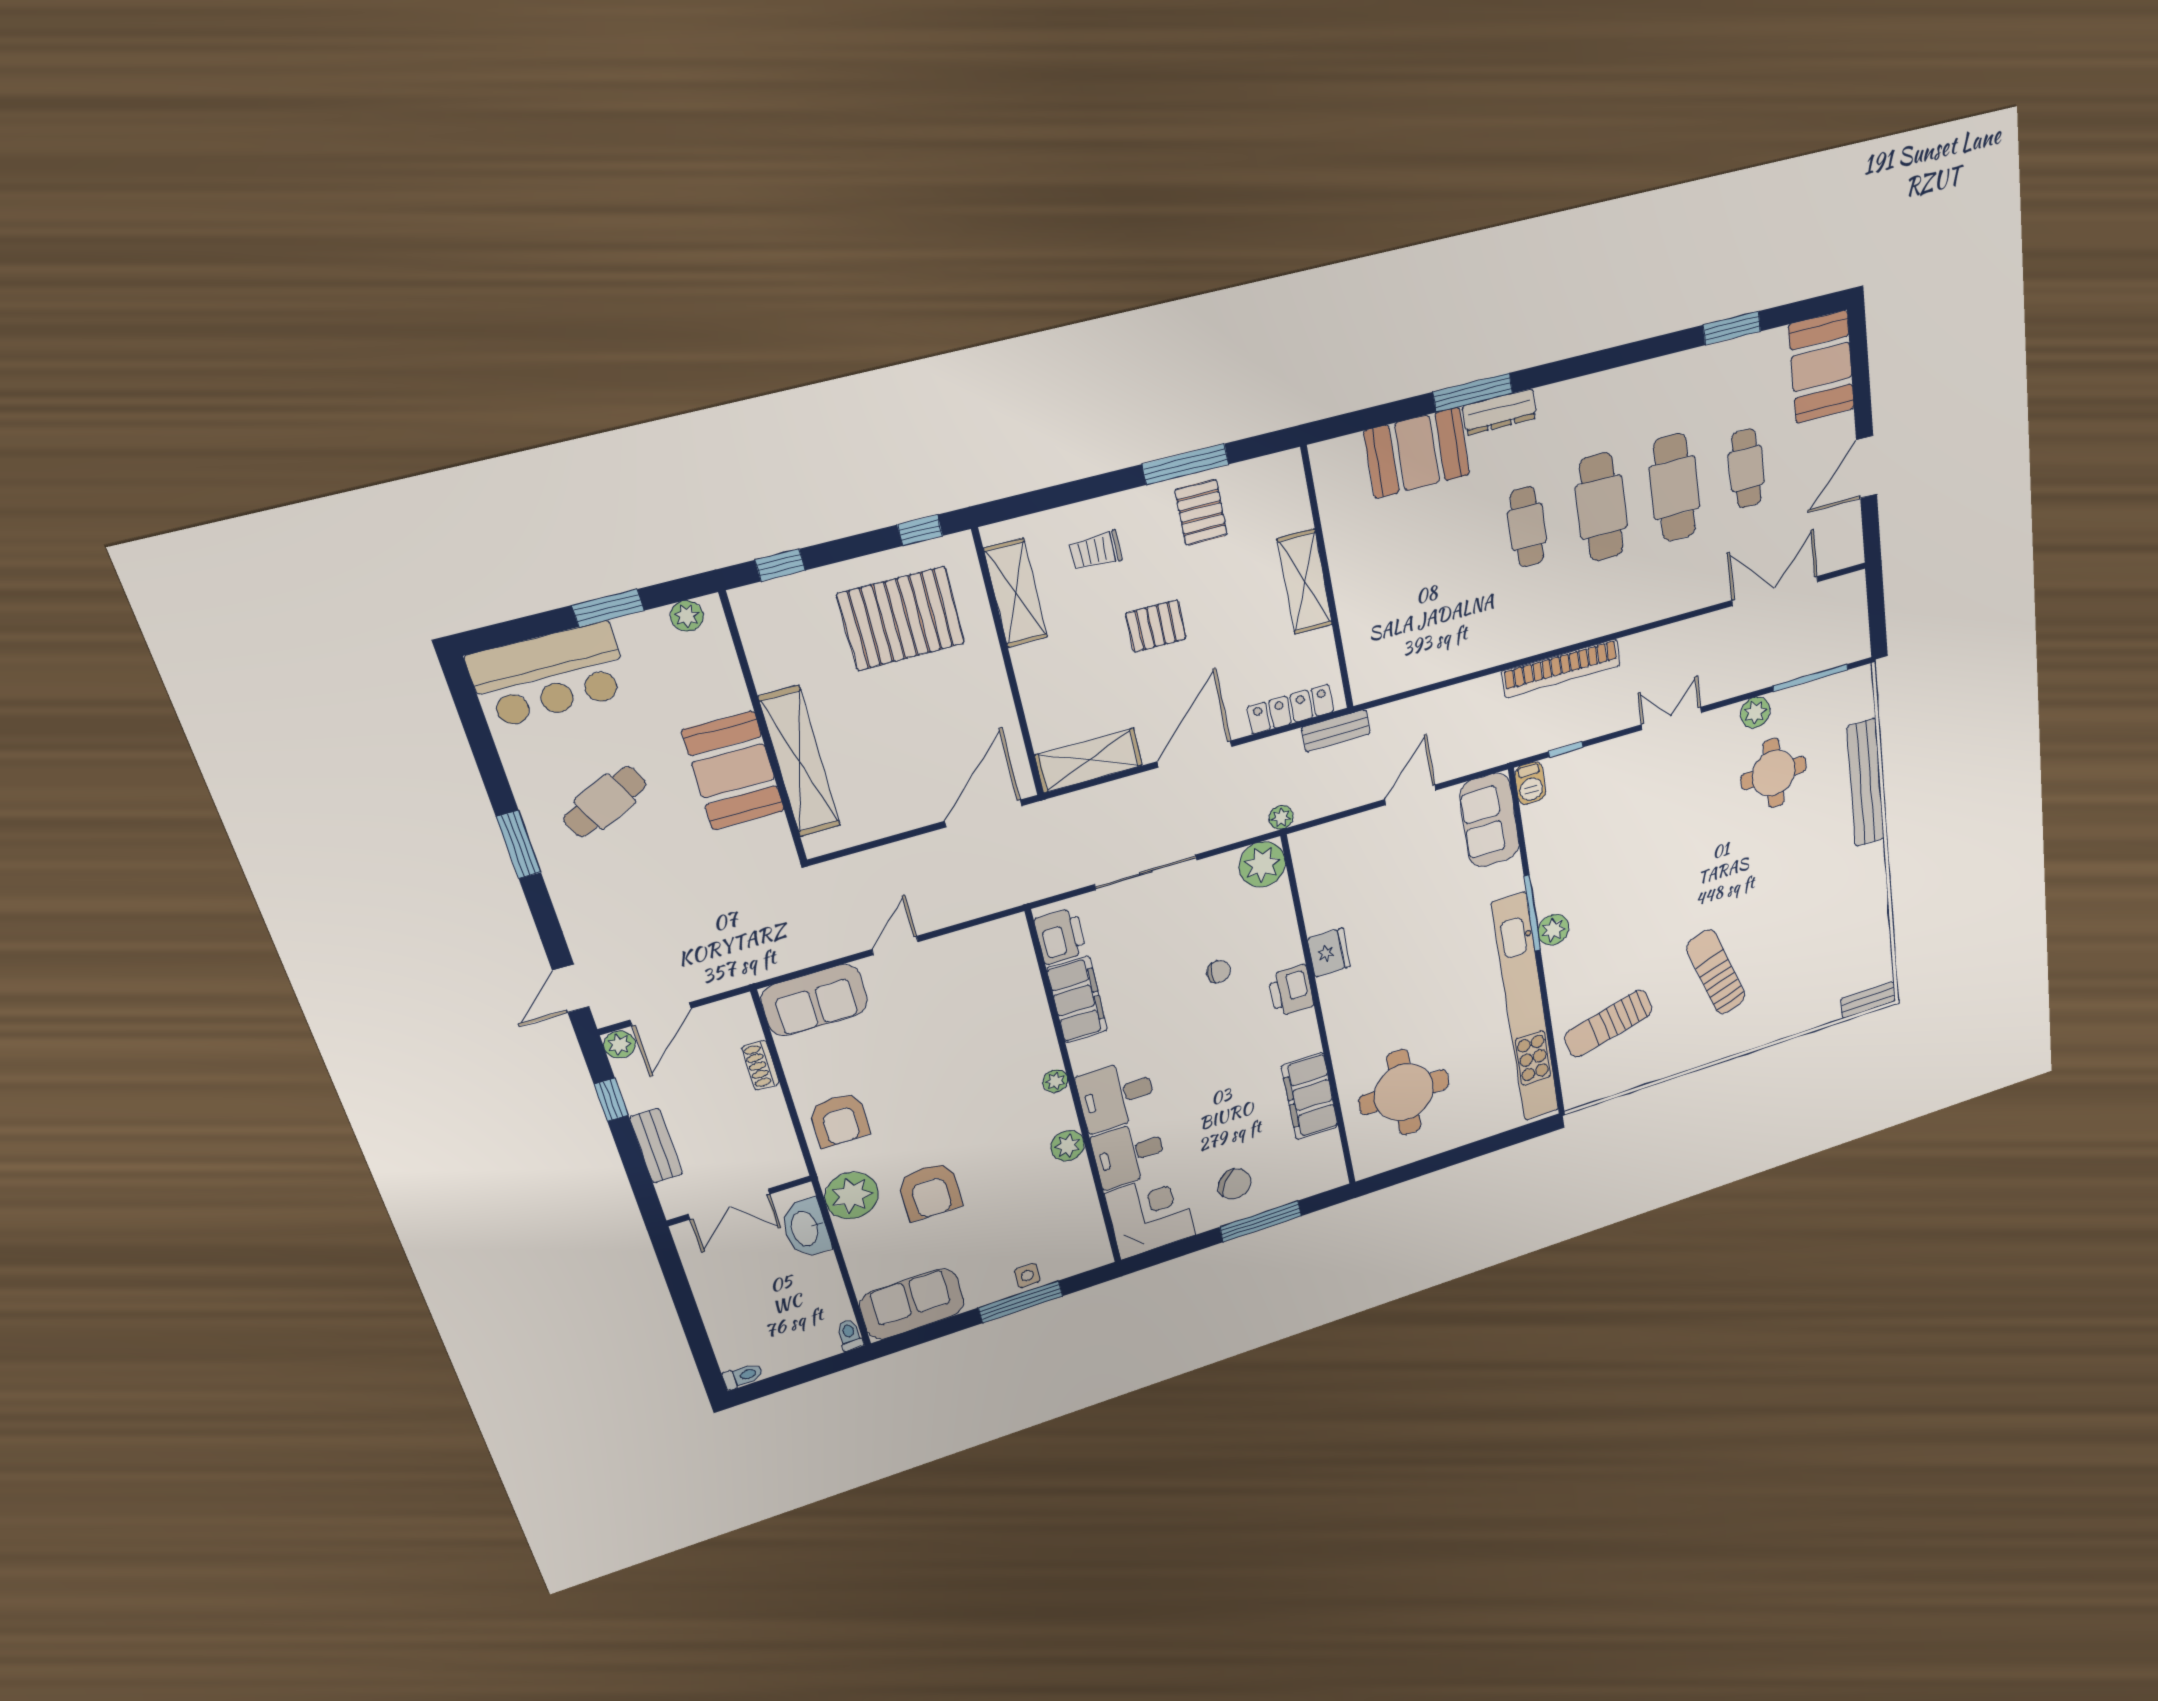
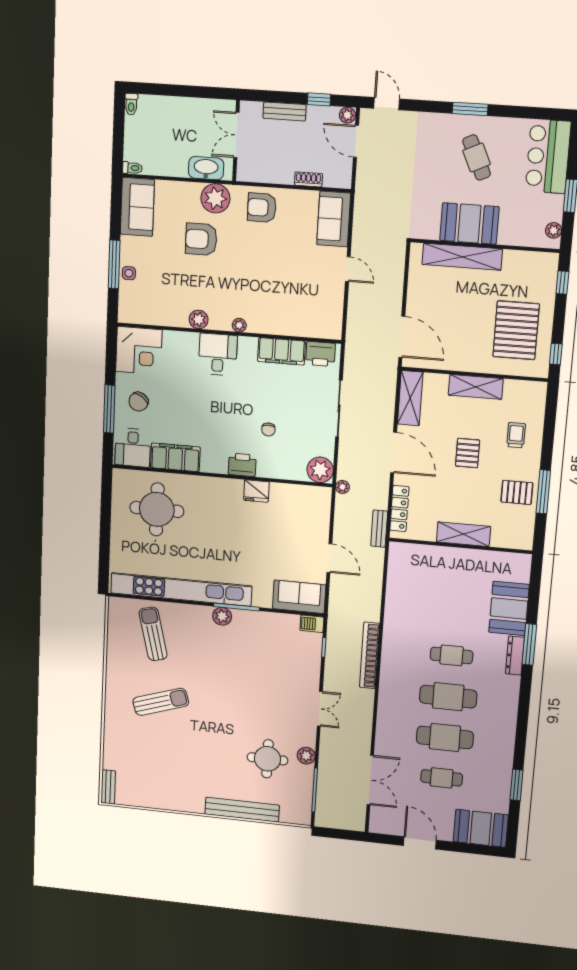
shelving: (1016, 593) -> (476, 387), moved
desk: (1129, 1154) -> (133, 448), moved, turned 180

